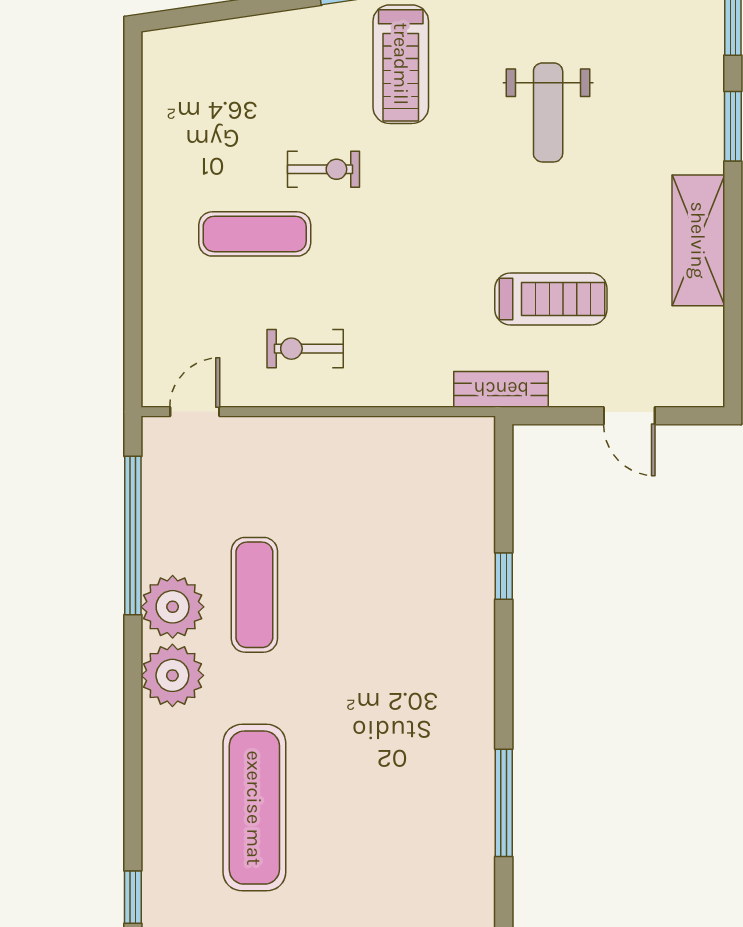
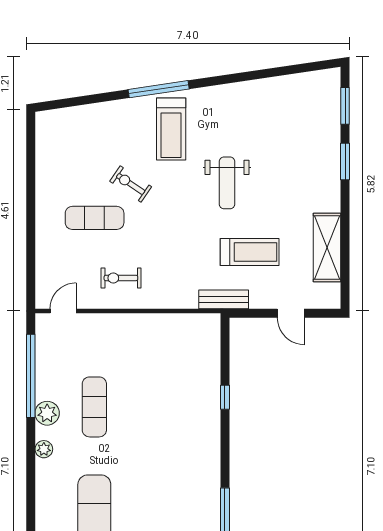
weight bench: (548, 112) -> (227, 183), moved
exercise bike: (323, 169) -> (131, 184), turned -146
shelving: (698, 240) -> (327, 247), moved
plant: (173, 607) -> (47, 413), width x0.73, depth x0.73
plant: (172, 675) -> (44, 449), width x0.53, depth x0.53

